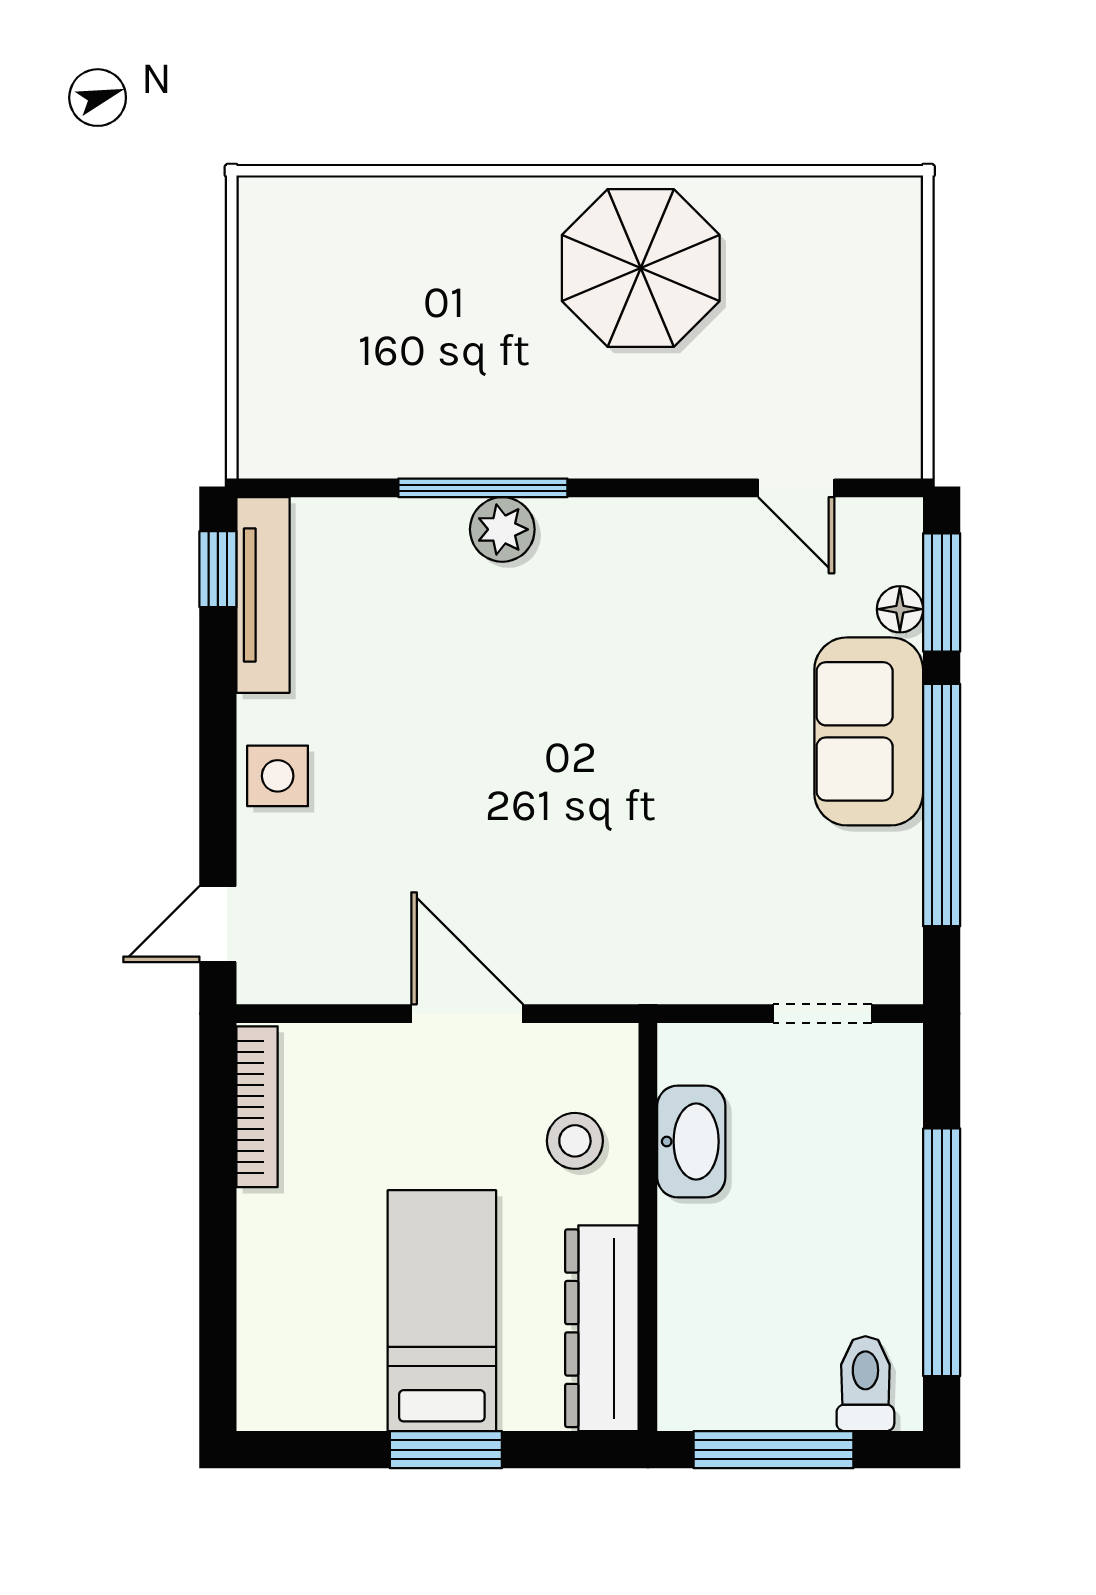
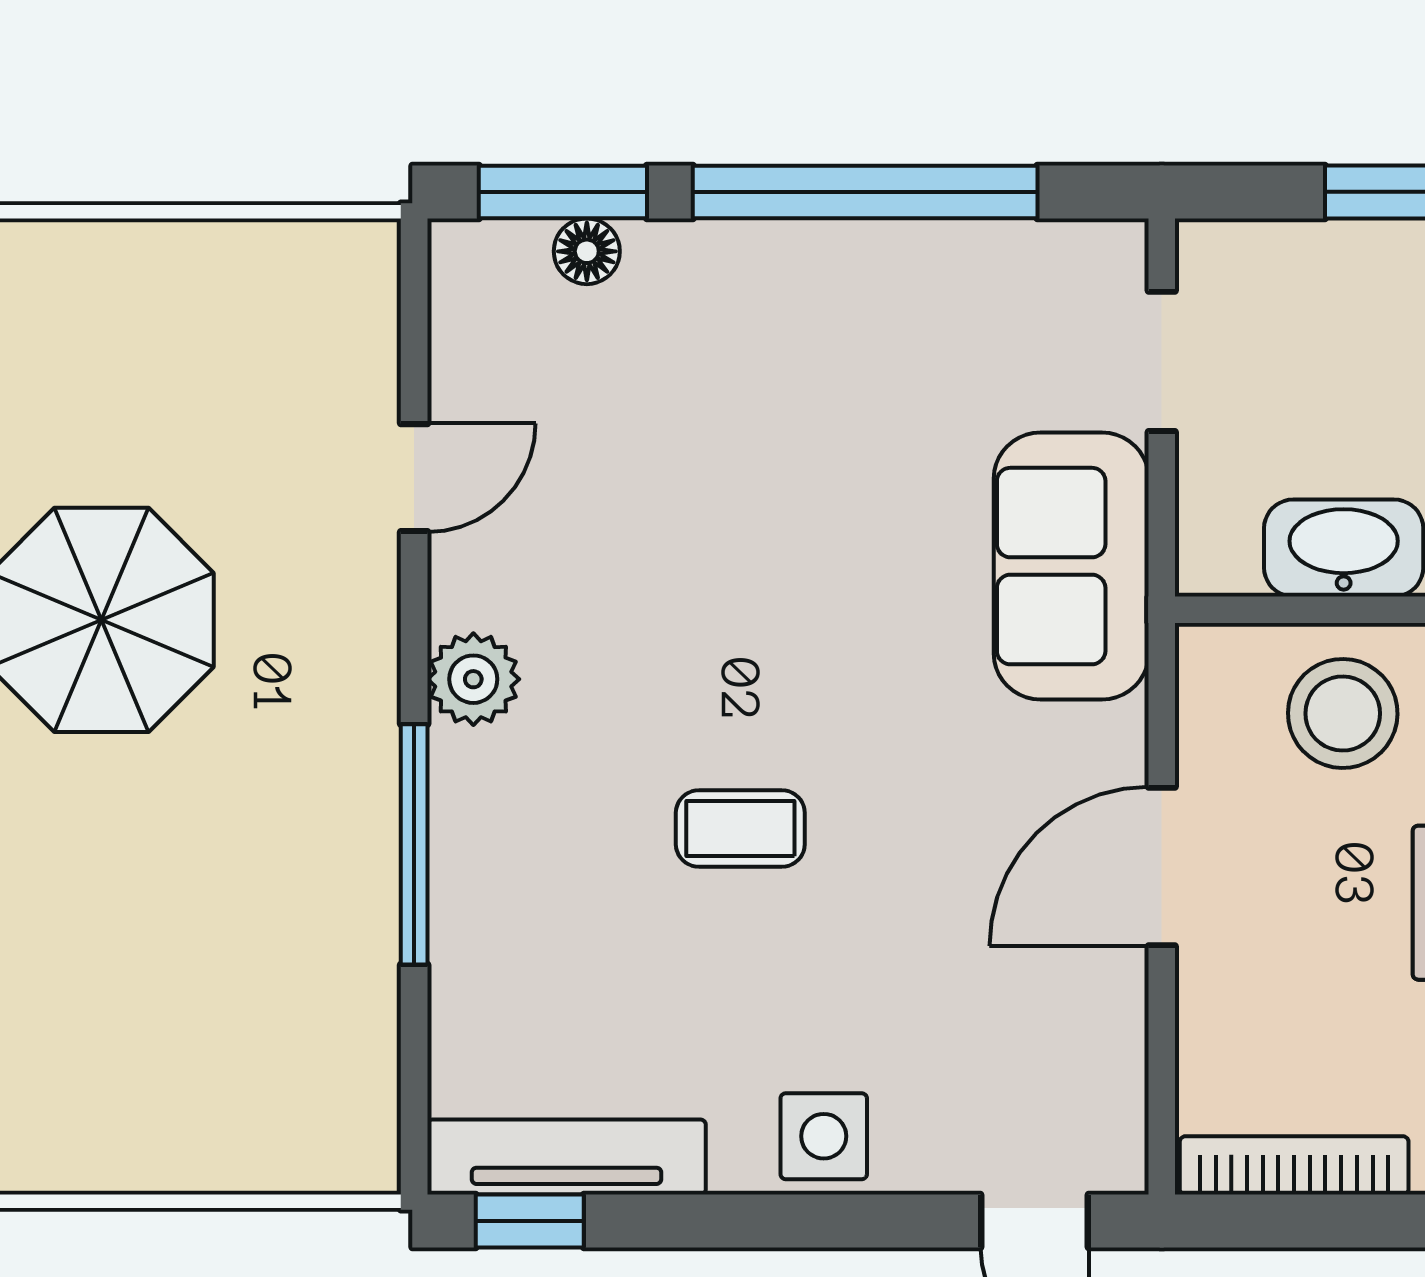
door: (796, 488) -> (414, 478), moved
plant: (502, 529) -> (473, 679), moved
coffee table: (494, 717) -> (740, 829), added
sofa: (869, 731) -> (1071, 566), moved, turned 90
stool: (575, 1141) -> (1343, 713), width x1.38, depth x1.38

